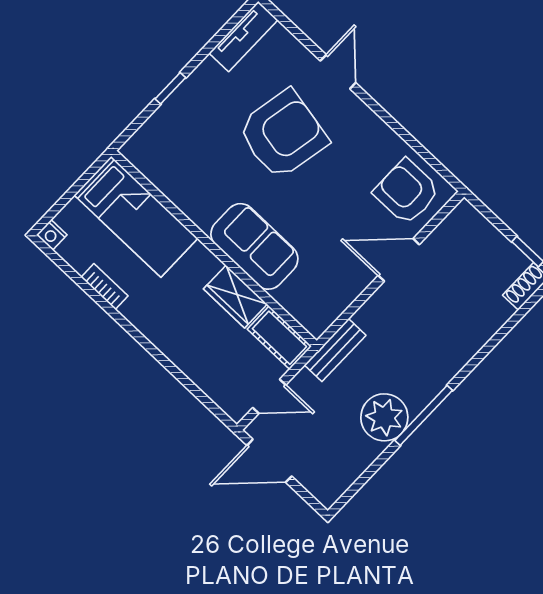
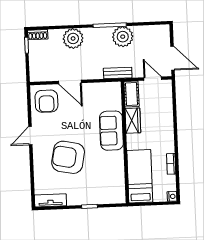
door: (338, 72) -> (30, 136), moved
plant: (462, 336) -> (73, 38), added

